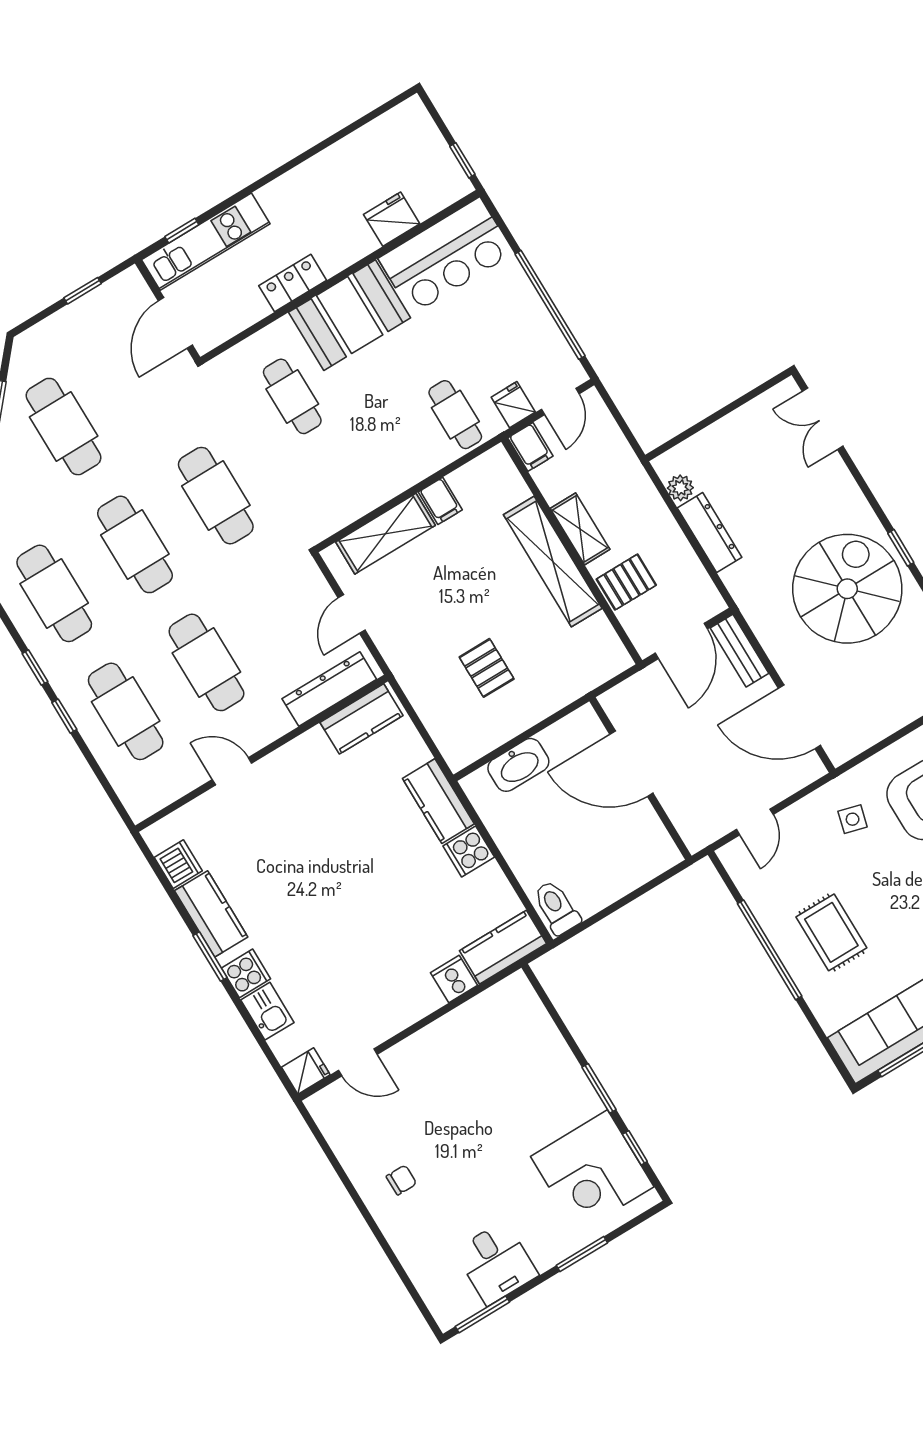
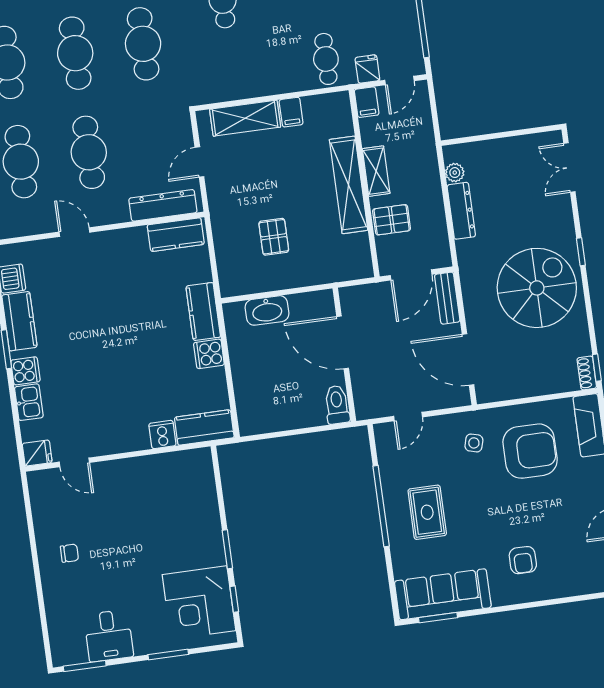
window: (901, 548) -> (581, 252), moved
toilet: (556, 907) -> (337, 405), moved

